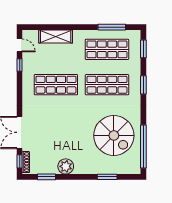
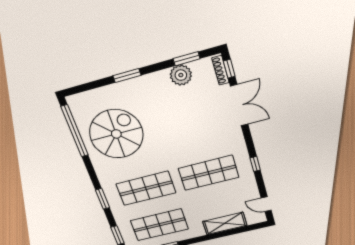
window: (20, 65) -> (255, 164), moved
spiral stairs: (114, 135) -> (116, 134), turned 90
plant: (66, 166) -> (181, 75), moved
window: (107, 177) -> (127, 75), moved

